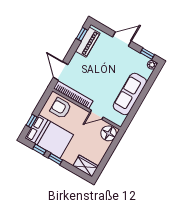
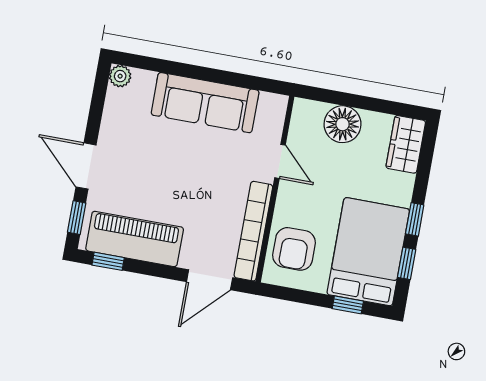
piano: (88, 42) -> (135, 239), width x1.37, depth x1.33
window: (147, 54) -> (77, 218), moved
floor lamp: (109, 133) -> (343, 124), moved

